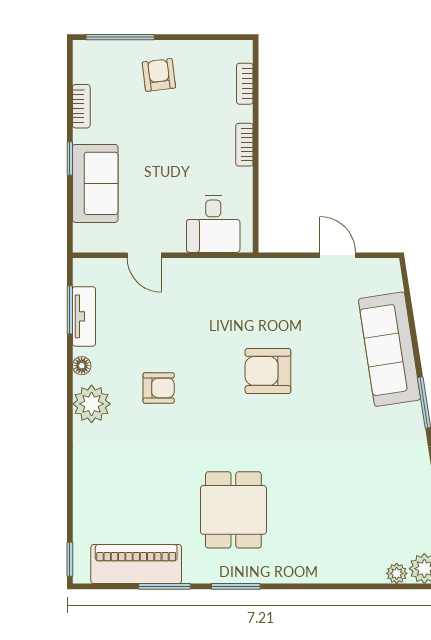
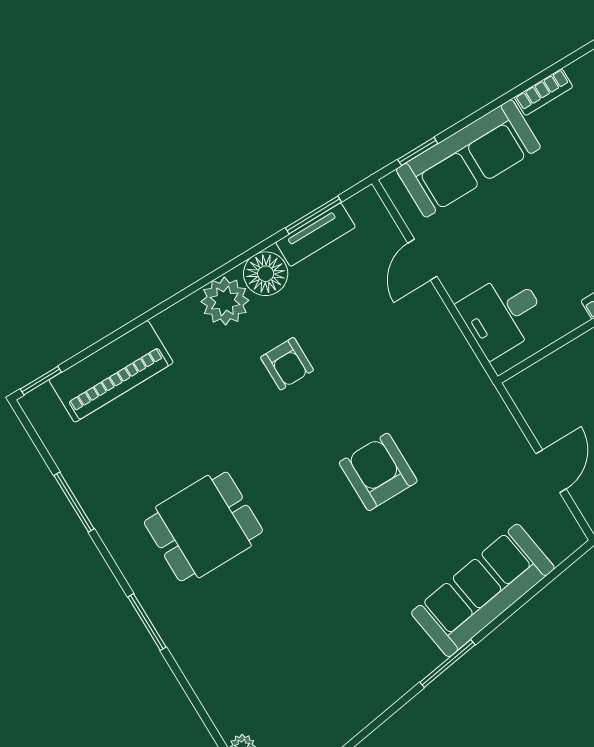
window: (70, 158) -> (418, 151), moved
sofa: (95, 183) -> (468, 159), width x1.36
floor lamp: (82, 366) -> (266, 274), width x1.89, depth x1.89
piano: (136, 564) -> (111, 371), moved, turned 90
window: (236, 586) -> (147, 622), moved

